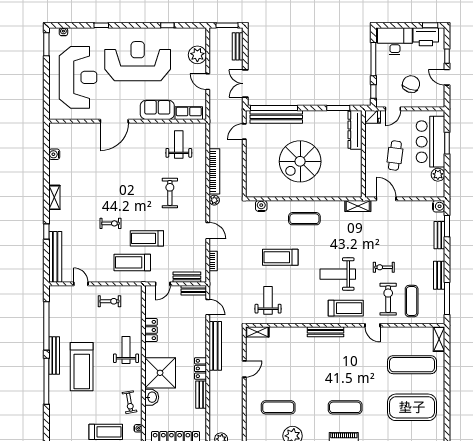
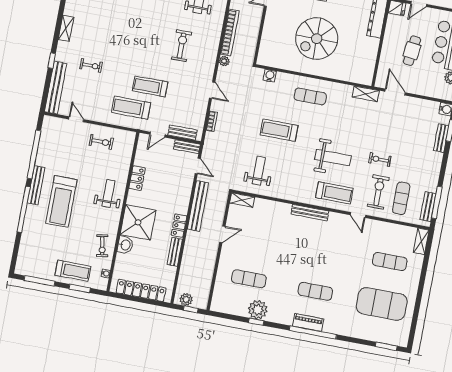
exercise bike: (110, 223) -> (91, 66), moved
weight bench: (338, 274) -> (333, 158), turned 180
bench: (439, 275) -> (428, 207), moved
exercise mat: (412, 365) -> (390, 262), width x0.73, depth x0.69

